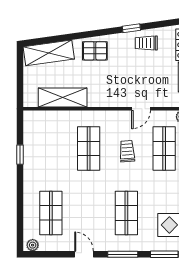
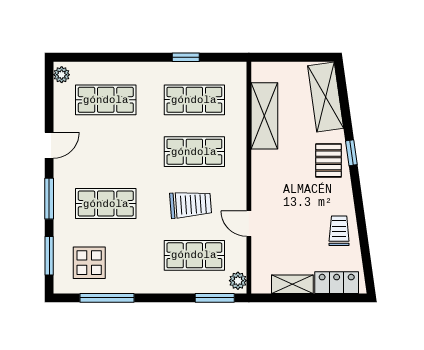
window: (131, 28) -> (351, 153), moved
shop shelf: (51, 148) -> (194, 100), added
trolley: (127, 151) -> (191, 205), width x1.36, depth x1.39

